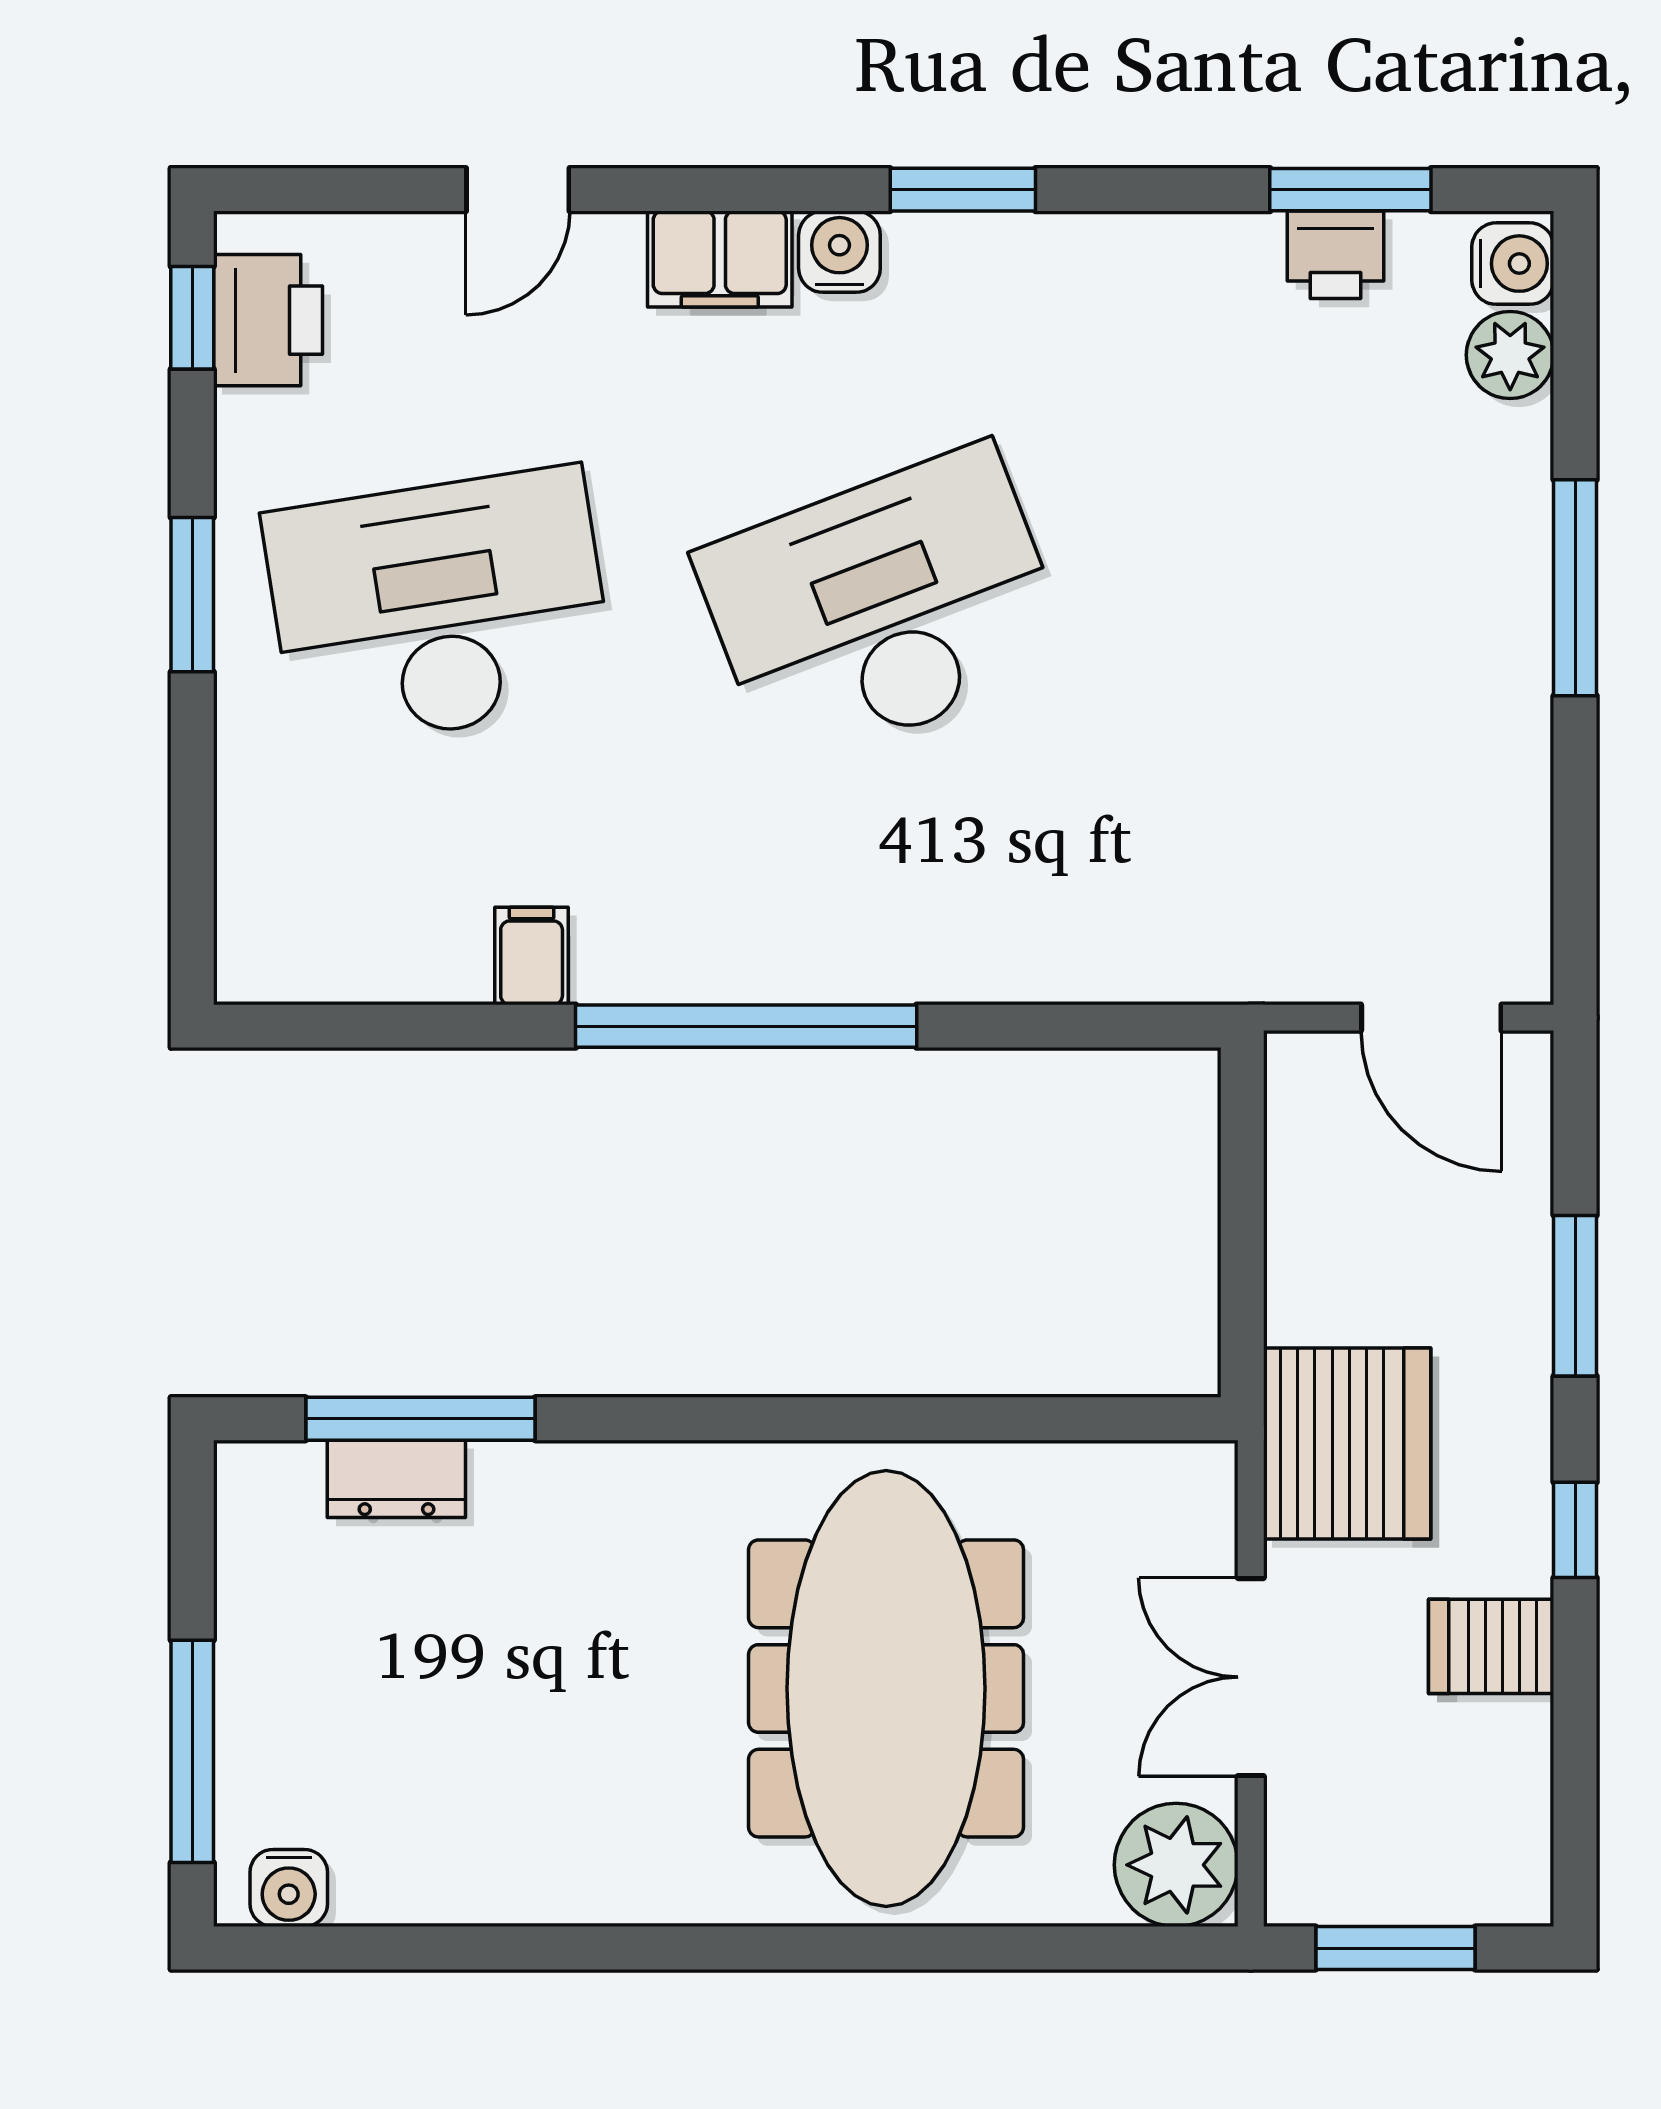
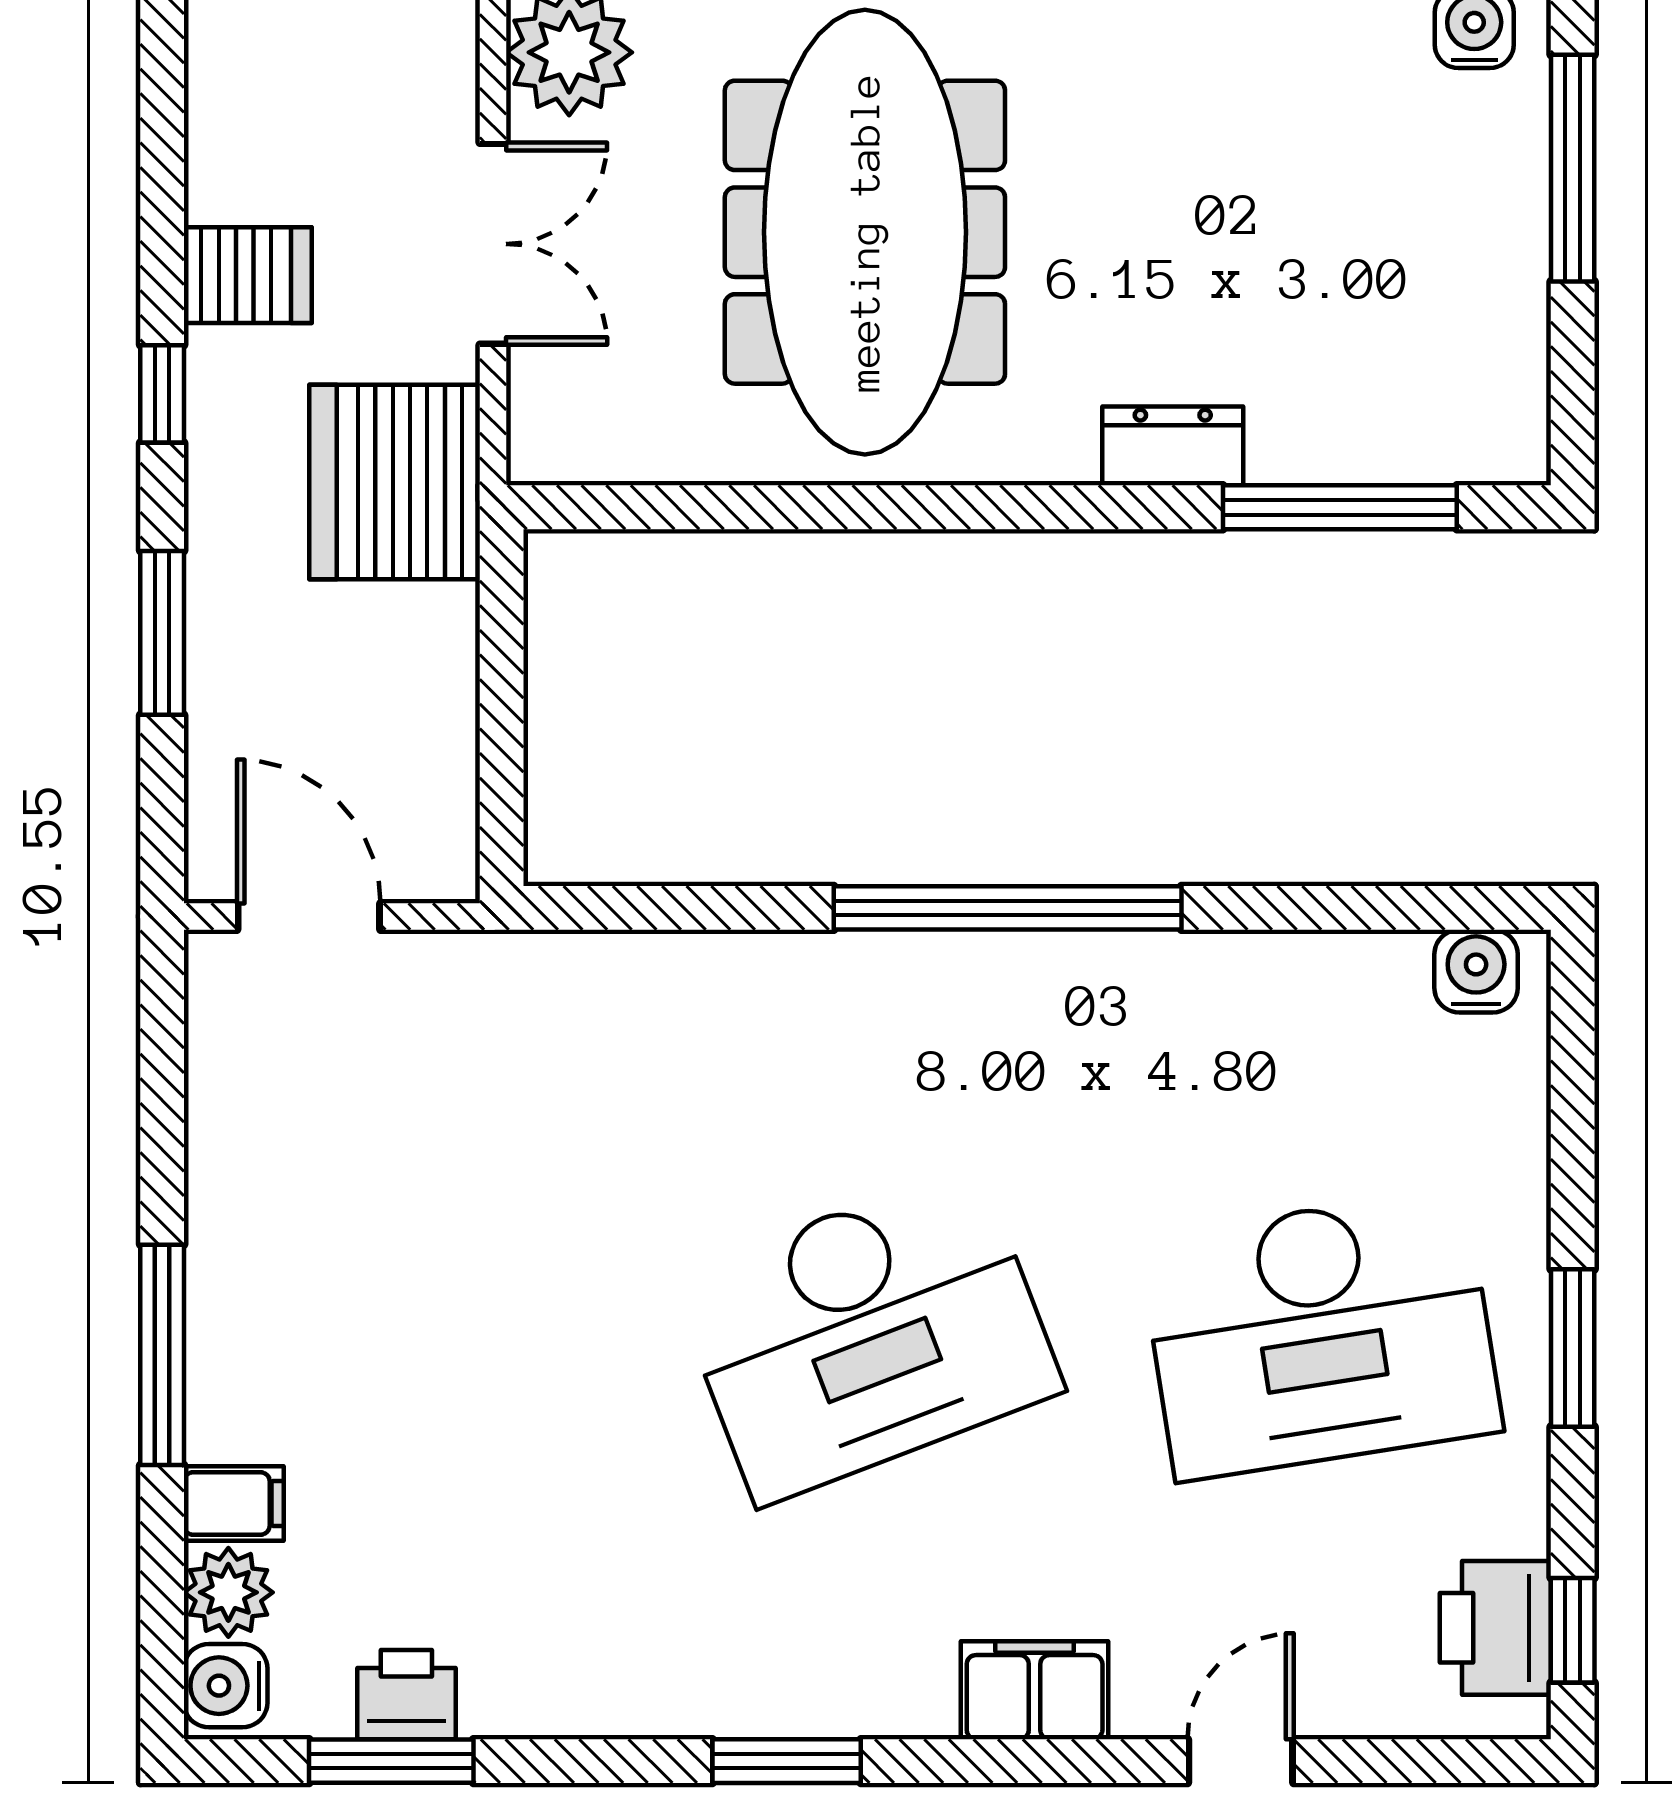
water cooler: (839, 252) -> (1476, 971), moved, turned 180
filing cabinet: (532, 956) -> (234, 1503), moved, turned -90
dresser: (396, 1479) -> (1173, 446), moved

